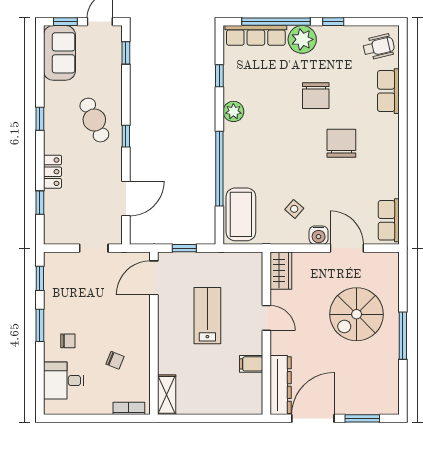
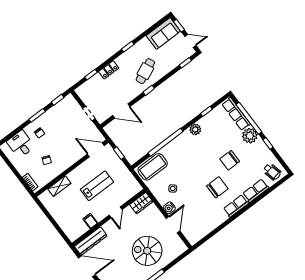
row of seats: (389, 220) -> (236, 206), moved
shelving: (167, 395) -> (59, 186), moved

